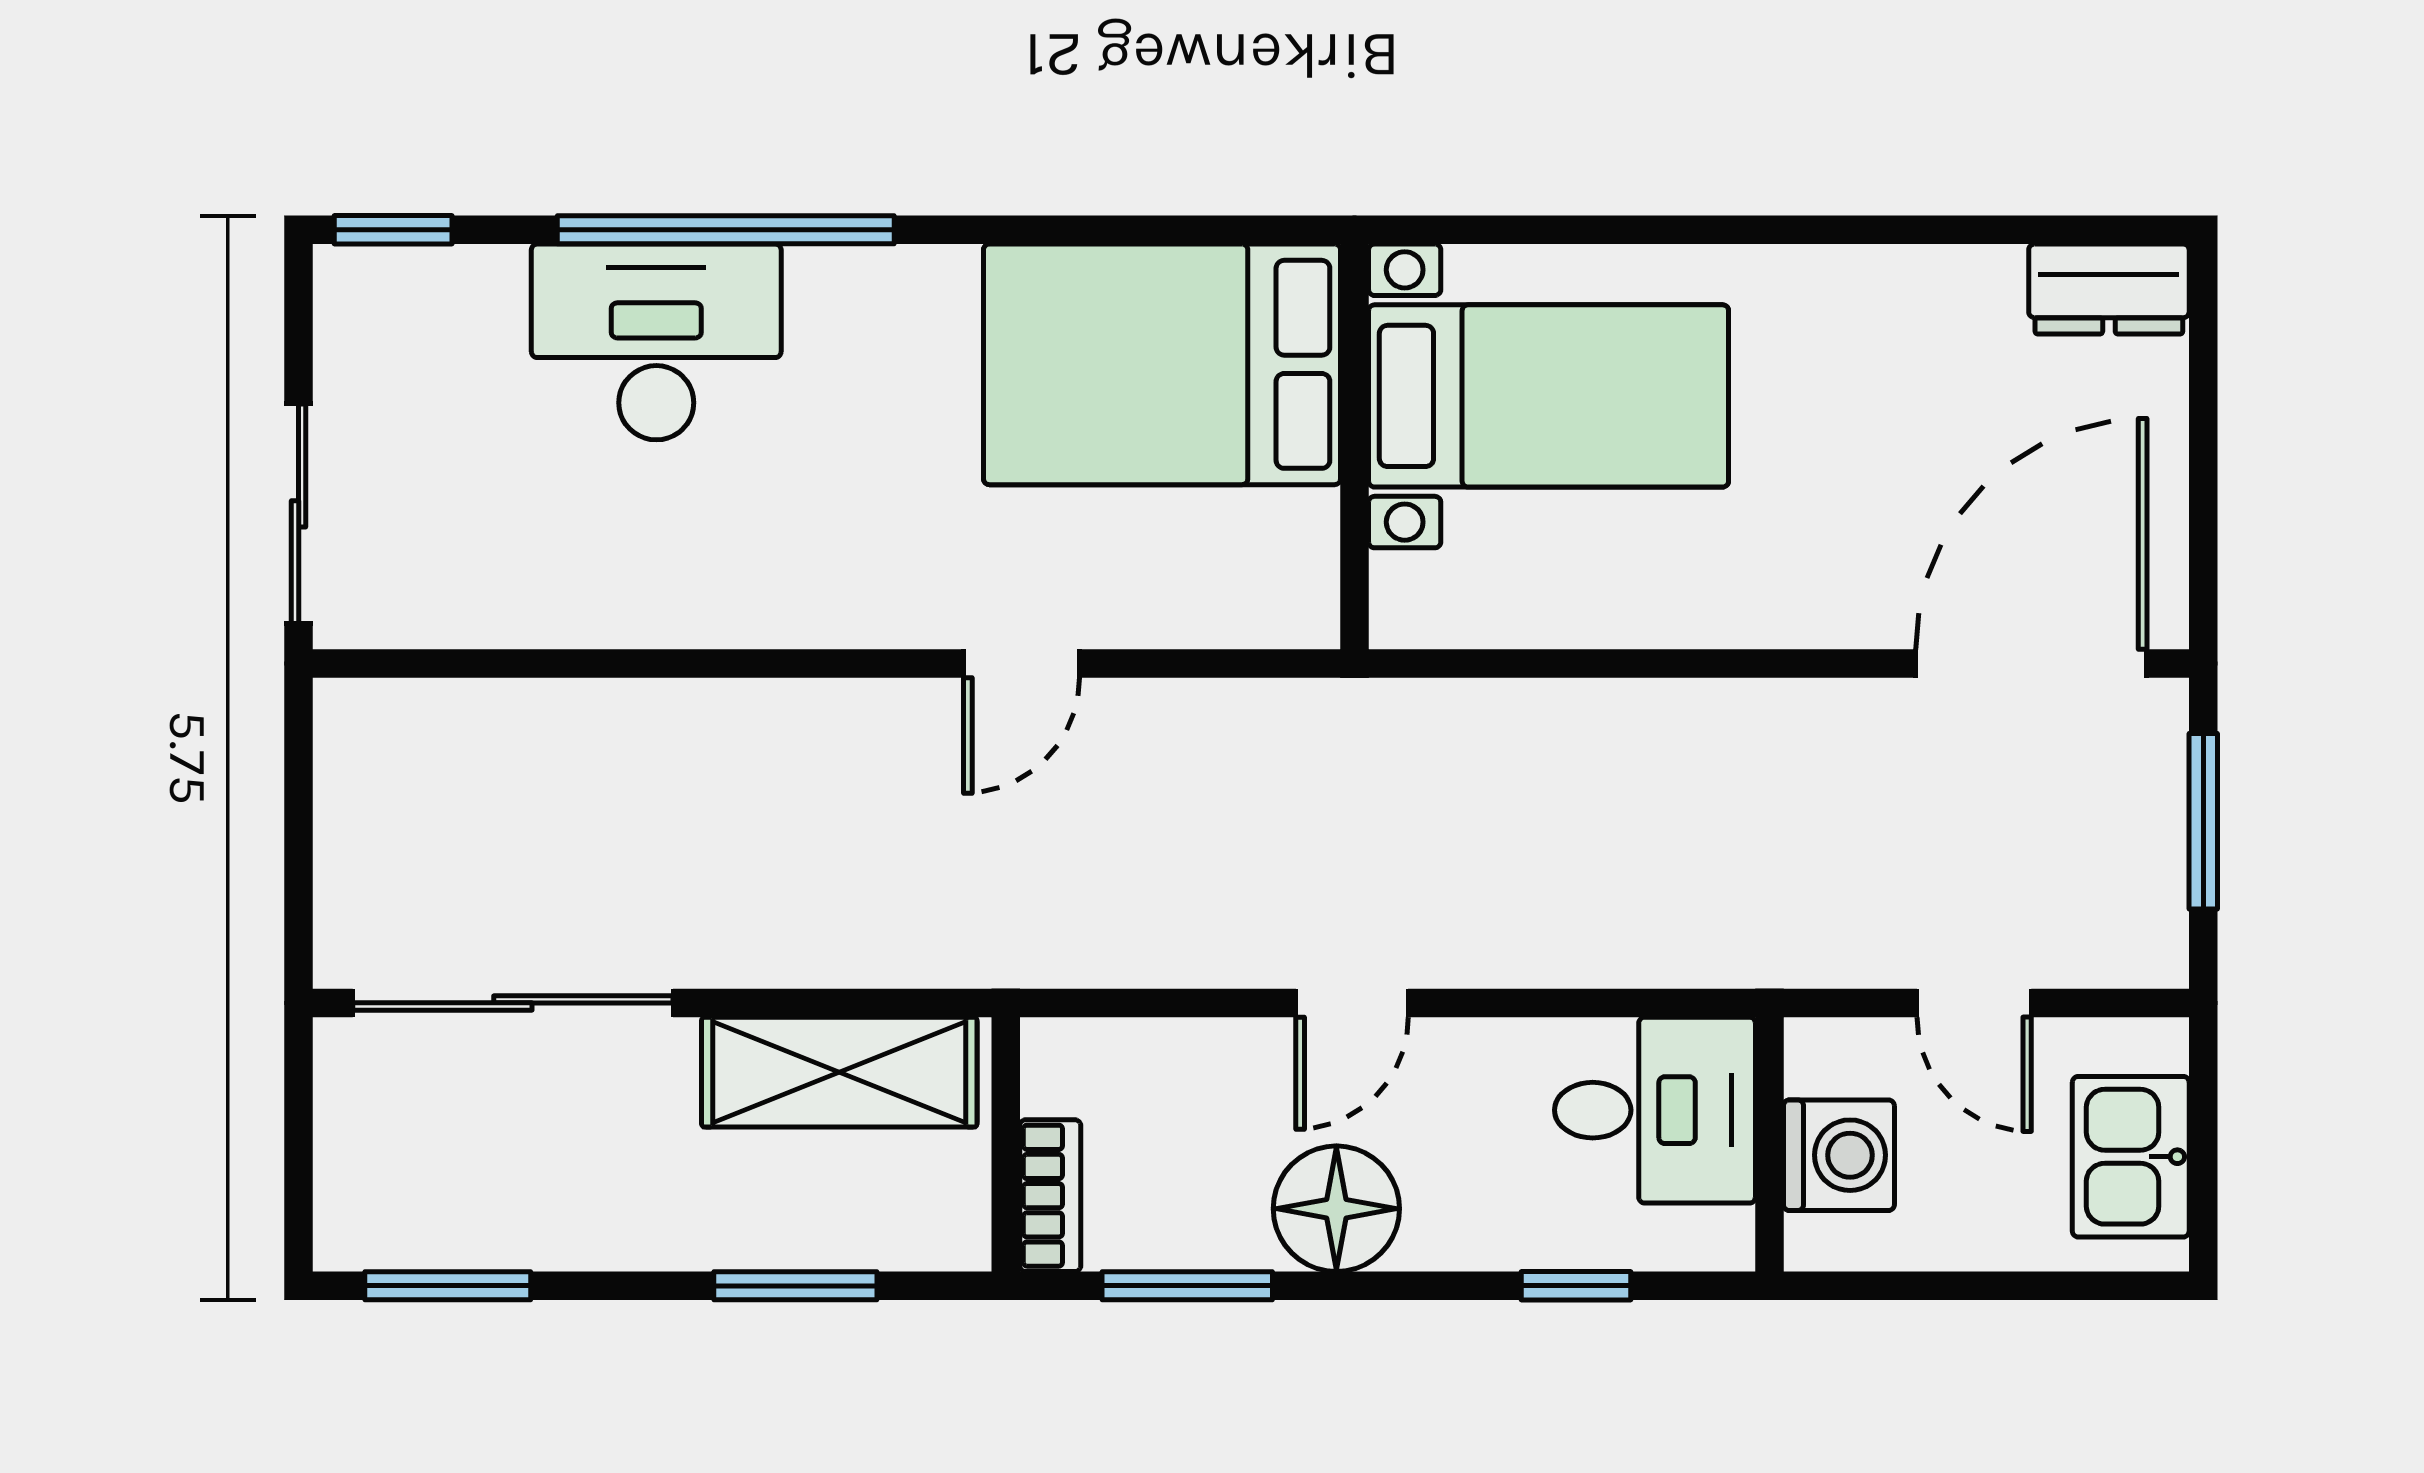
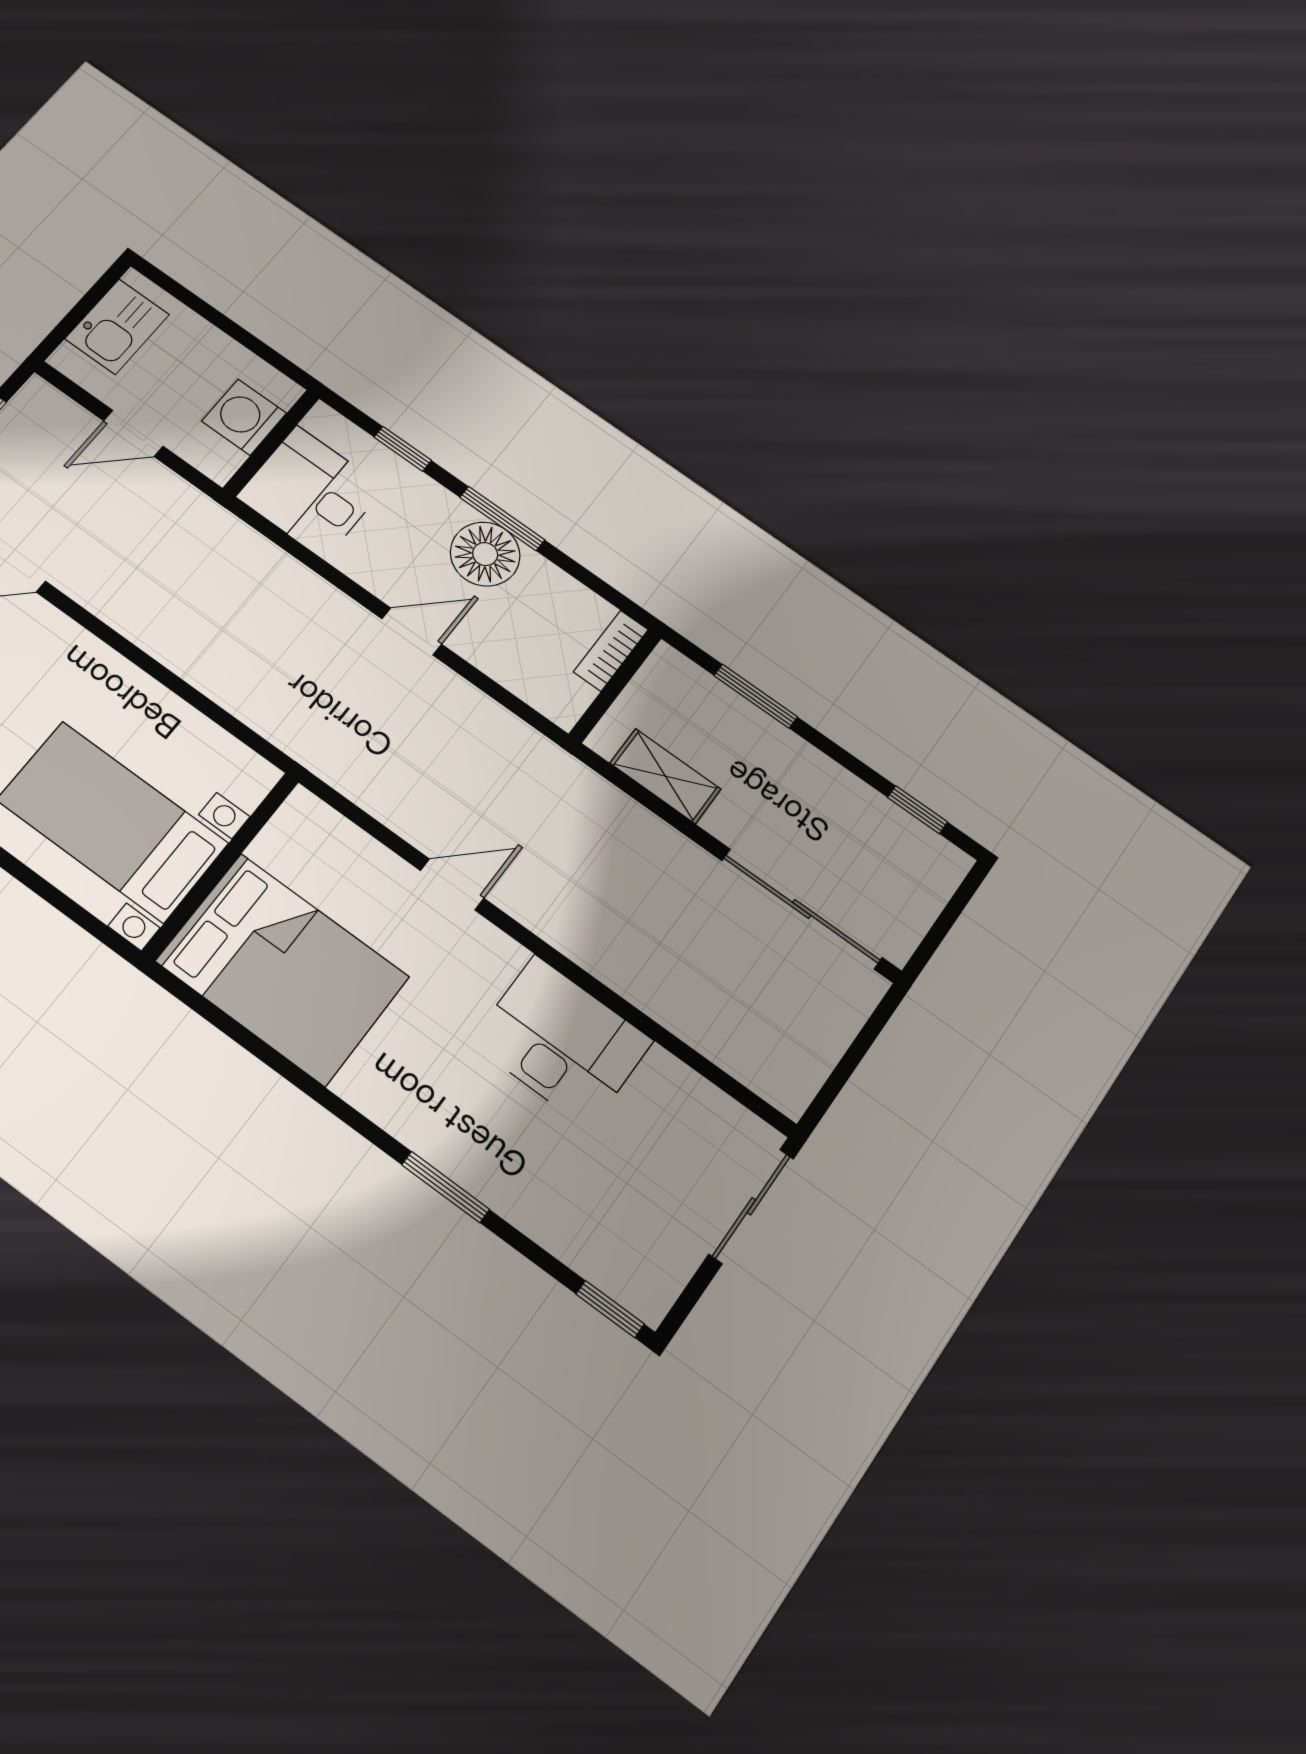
window: (726, 230) -> (446, 1187), width x0.47
desk: (656, 342) -> (562, 1042), moved, turned 180
door: (1974, 1003) -> (133, 434), swing flipped
shelving: (839, 1072) -> (665, 776), width x0.67, depth x0.75
window: (448, 1286) -> (917, 810), width x0.67
window: (1187, 1286) -> (502, 519), moved

